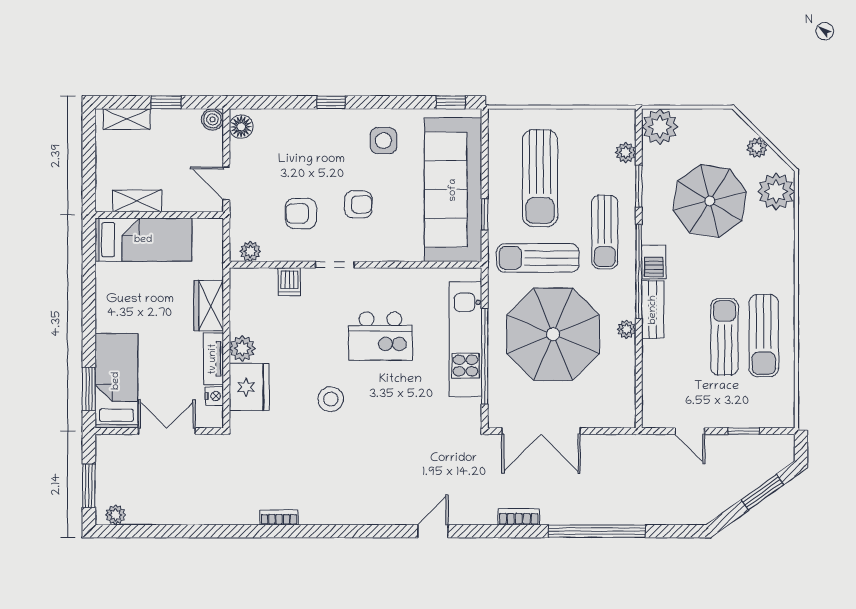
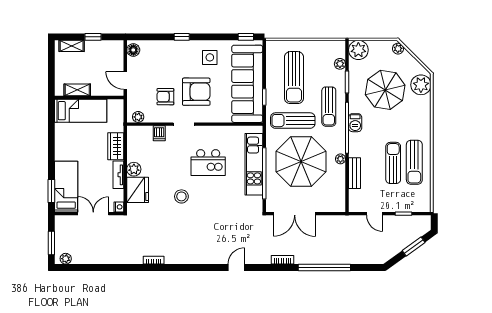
boiler: (212, 119) -> (118, 46), removed
plant: (757, 148) -> (398, 49), moved
armchair: (358, 204) -> (196, 92), width x1.88, depth x1.88
bench: (653, 310) -> (355, 173), moved
nightstand: (214, 396) -> (119, 207), moved

